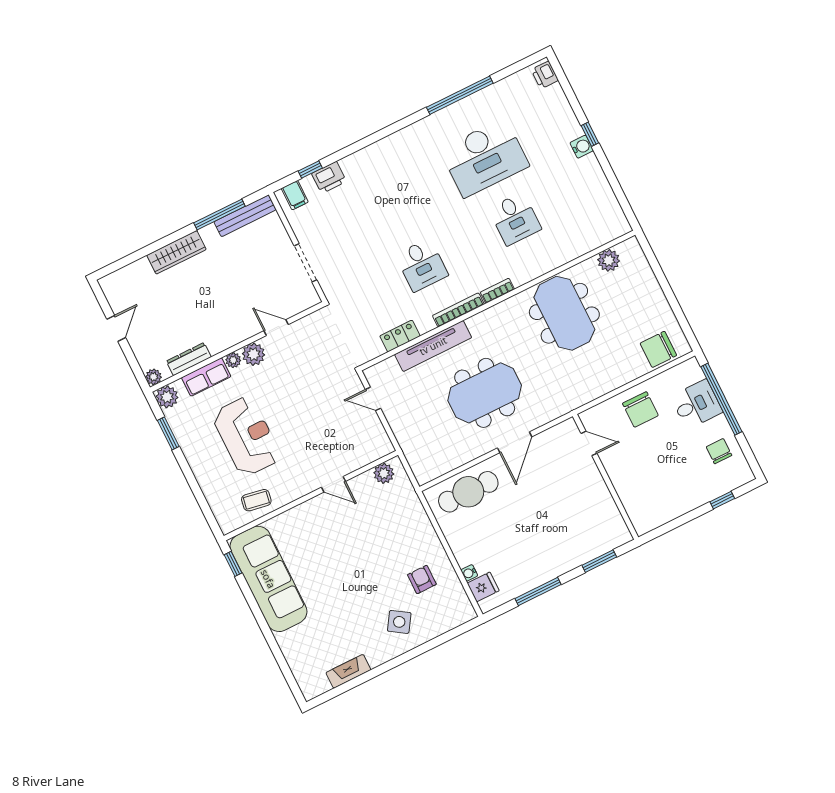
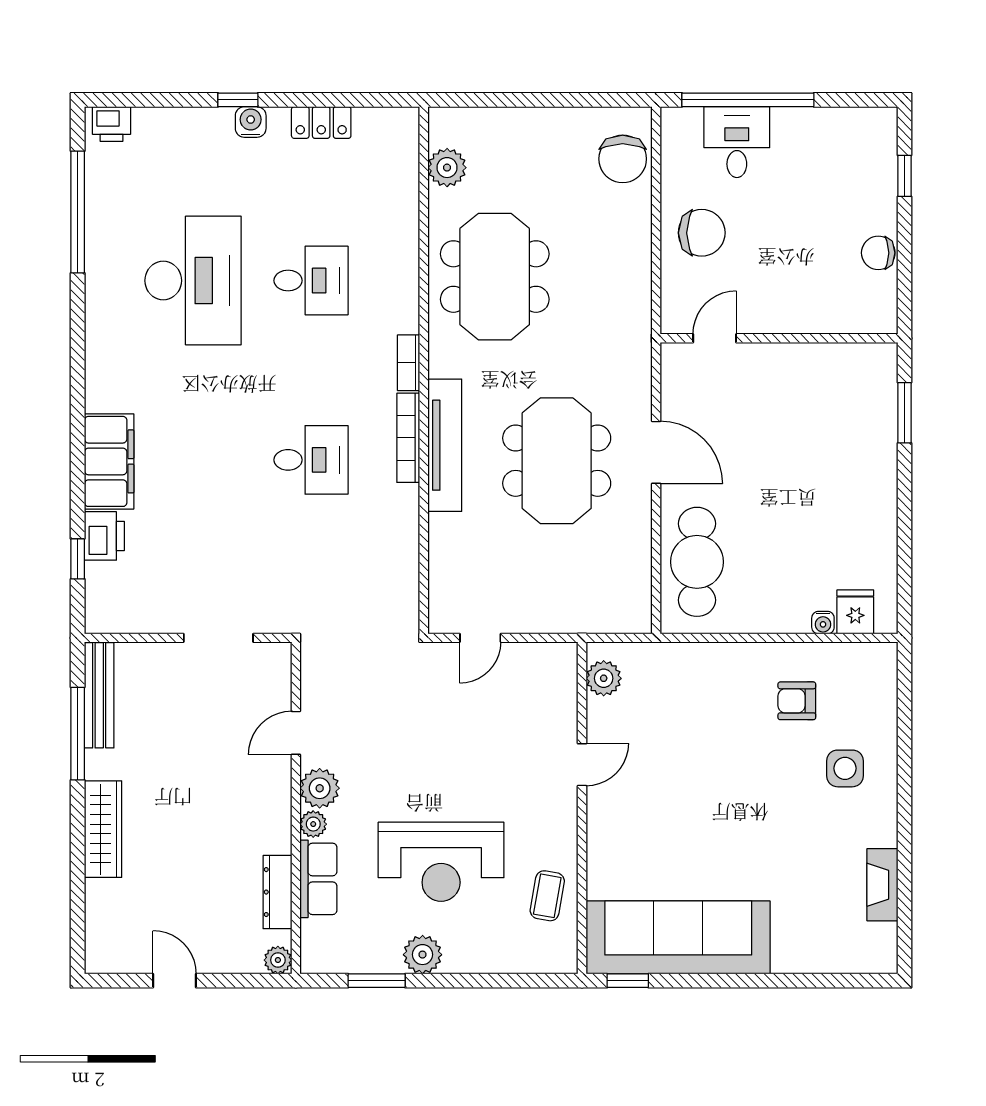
window: (460, 95) -> (78, 212), moved
filing cabinet: (295, 195) -> (109, 461), moved, width x3.00, depth x1.17
meeting table: (564, 313) -> (495, 277), turned 90
locker: (400, 336) -> (321, 122), moved, turned -90
tv unit: (433, 346) -> (445, 445), moved
plant: (167, 397) -> (423, 955), moved
reception desk: (247, 436) -> (441, 862), turned 180
chair: (719, 451) -> (878, 253), moved
window: (538, 592) -> (905, 531), removed
side table: (399, 622) -> (845, 768), turned -33

